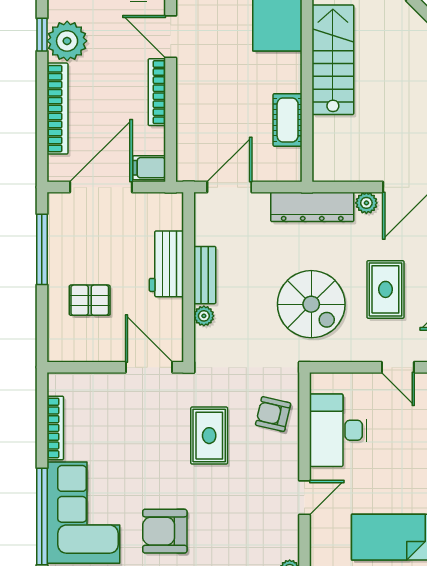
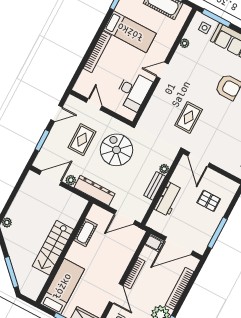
armchair: (273, 414) -> (157, 112), removed

